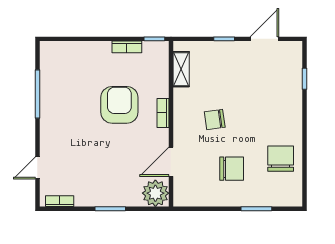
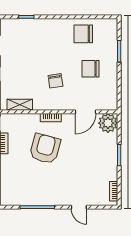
armchair: (119, 105) -> (45, 149), turned 105
door: (171, 162) -> (85, 112), hinge flipped
door: (37, 168) -> (79, 207), moved
chair: (232, 169) -> (90, 69), turned -90

